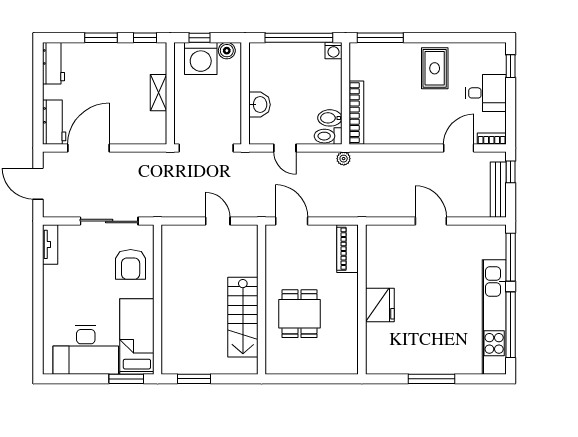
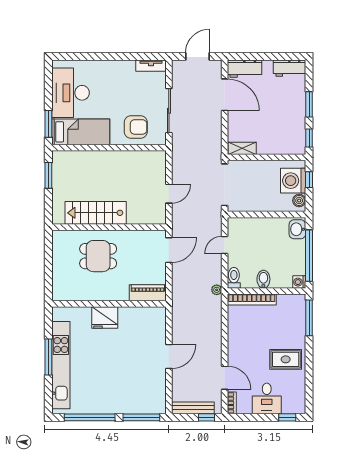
shelving: (158, 93) -> (242, 148), moved
washbasin: (259, 105) -> (297, 229), moved, turned 90
bidet: (330, 118) -> (263, 279), moved
armchair: (131, 264) -> (136, 127), turned 180
kitchen unit: (494, 317) -> (61, 365), moved, turned 90

